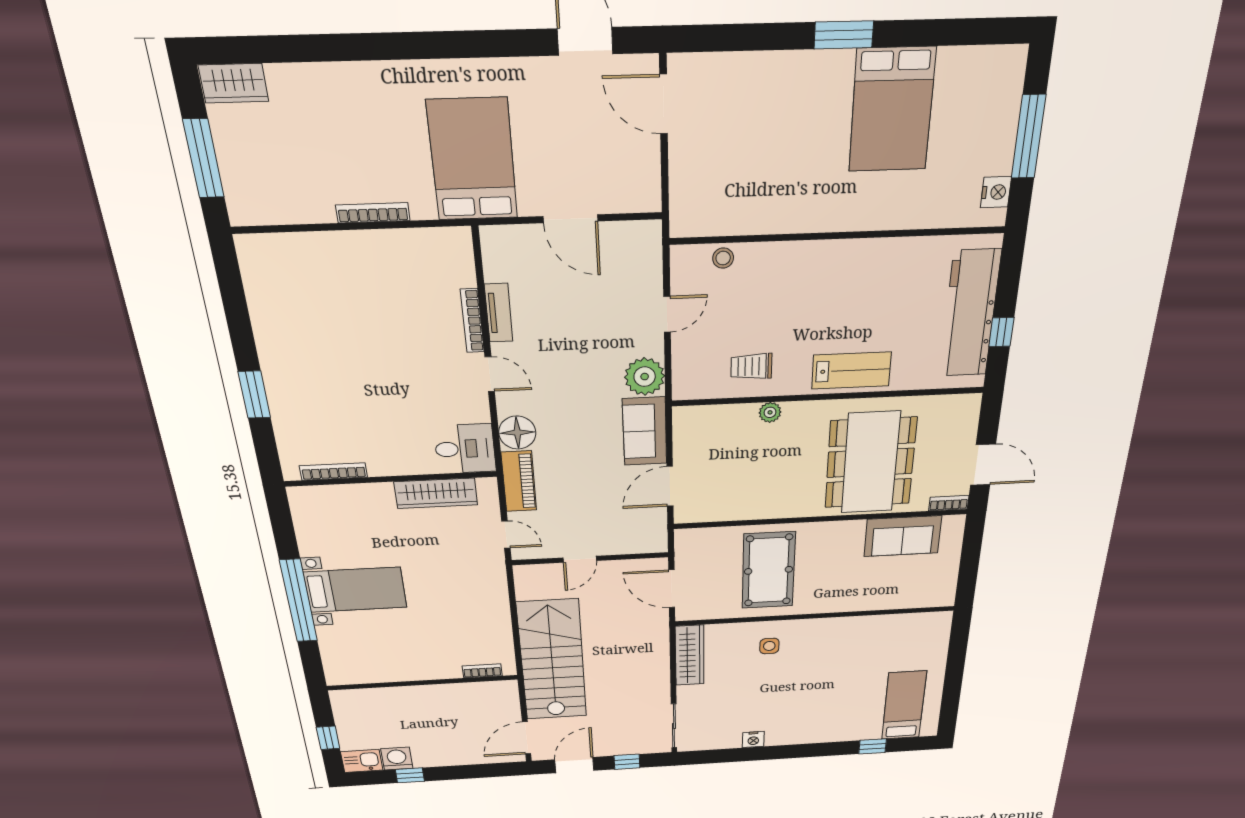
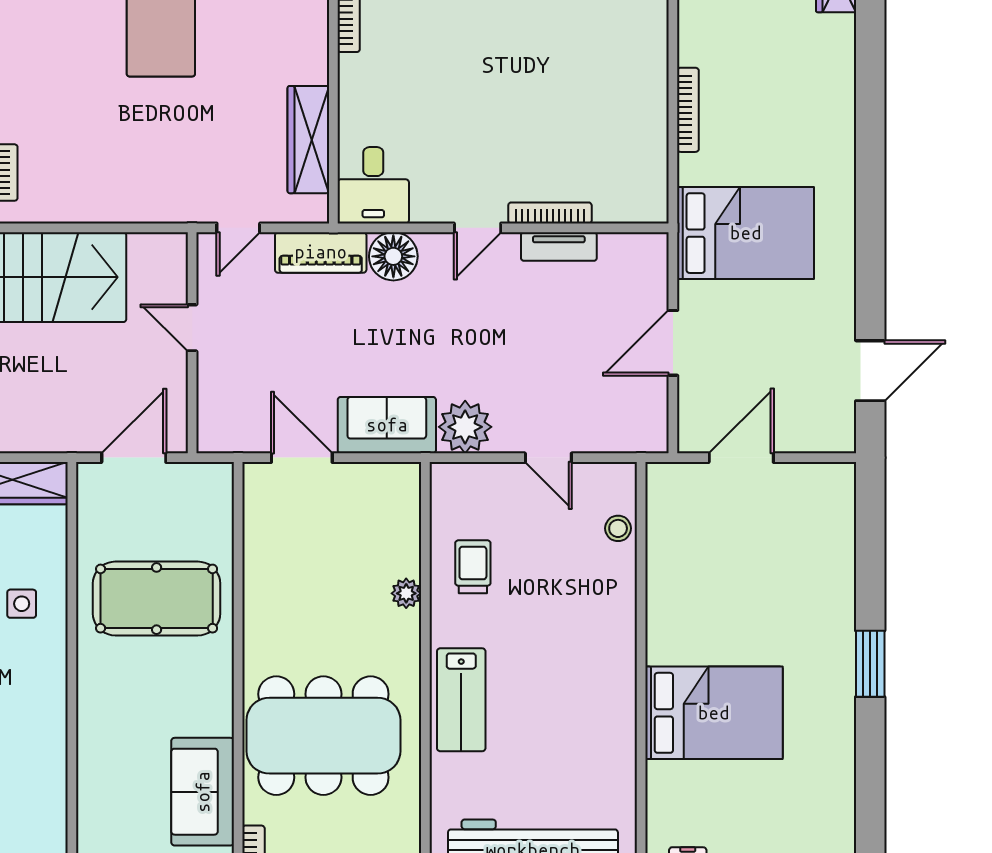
door: (664, 104) -> (741, 458), moved
bed: (892, 110) -> (714, 713), moved, turned 180

